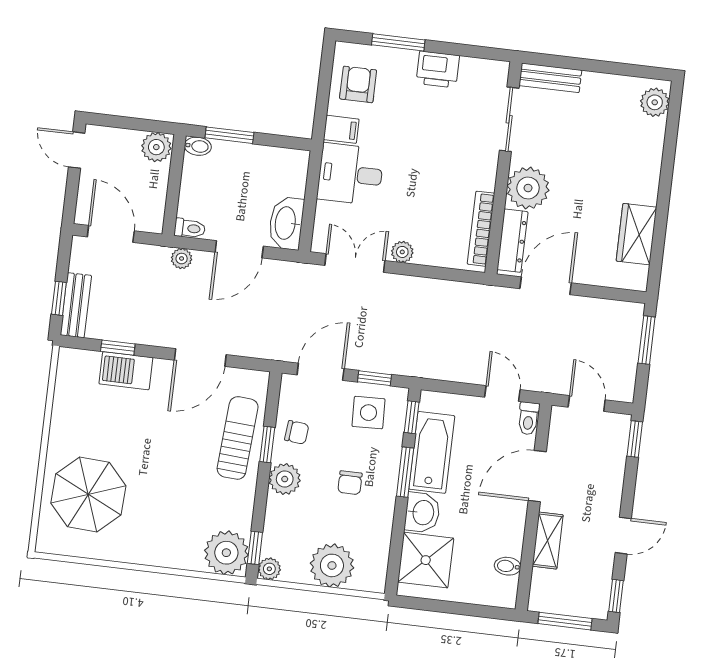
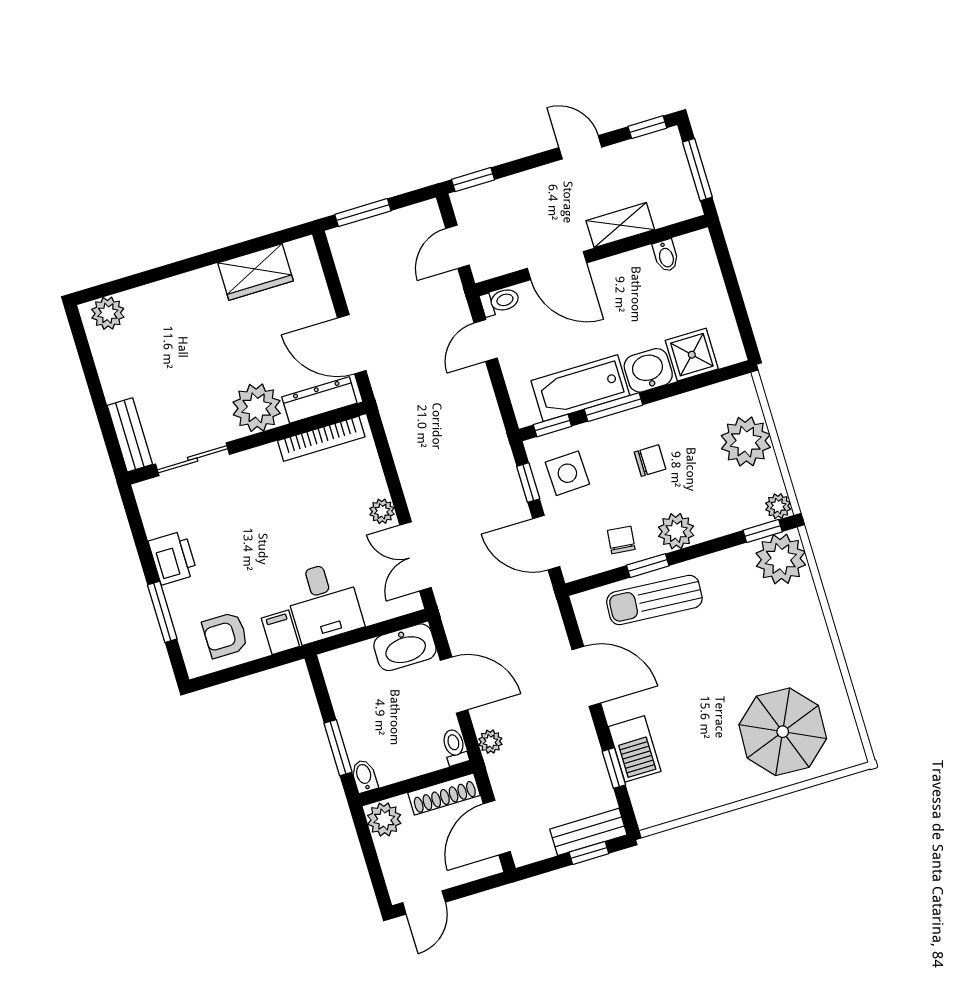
shoe rack: (156, 203) -> (444, 794), added
shower: (426, 560) -> (692, 355), width x0.73, depth x0.73

